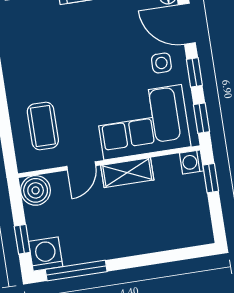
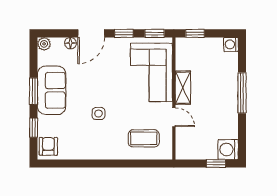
side table: (161, 63) -> (98, 114), moved
washing machine: (191, 162) -> (231, 44), moved, turned 90
boiler: (36, 190) -> (185, 150), removed
window: (76, 271) -> (242, 93), moved

